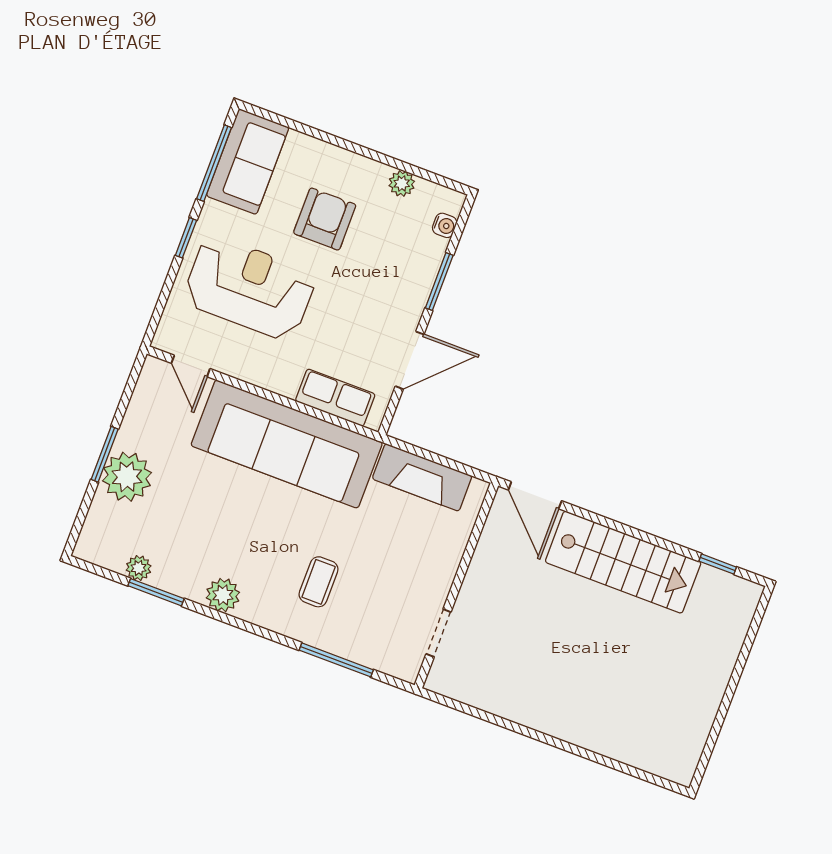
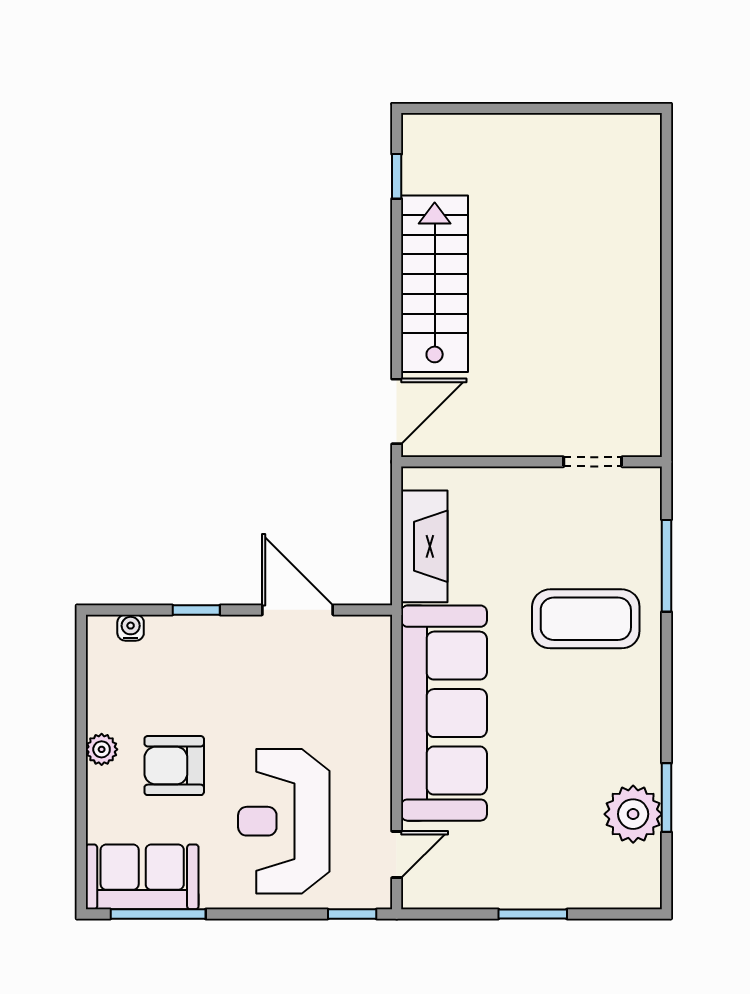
plant: (402, 184) -> (102, 749), moved
window: (186, 238) -> (352, 914), moved
window: (439, 282) -> (196, 610), width x0.67
row of seats: (335, 398) -> (371, 678), removed
plant: (127, 477) -> (549, 879), removed
plant: (139, 568) -> (633, 814), width x1.87, depth x1.87
coffee table: (319, 582) -> (586, 619), width x1.86, depth x1.72
plant: (223, 595) -> (641, 721), removed

